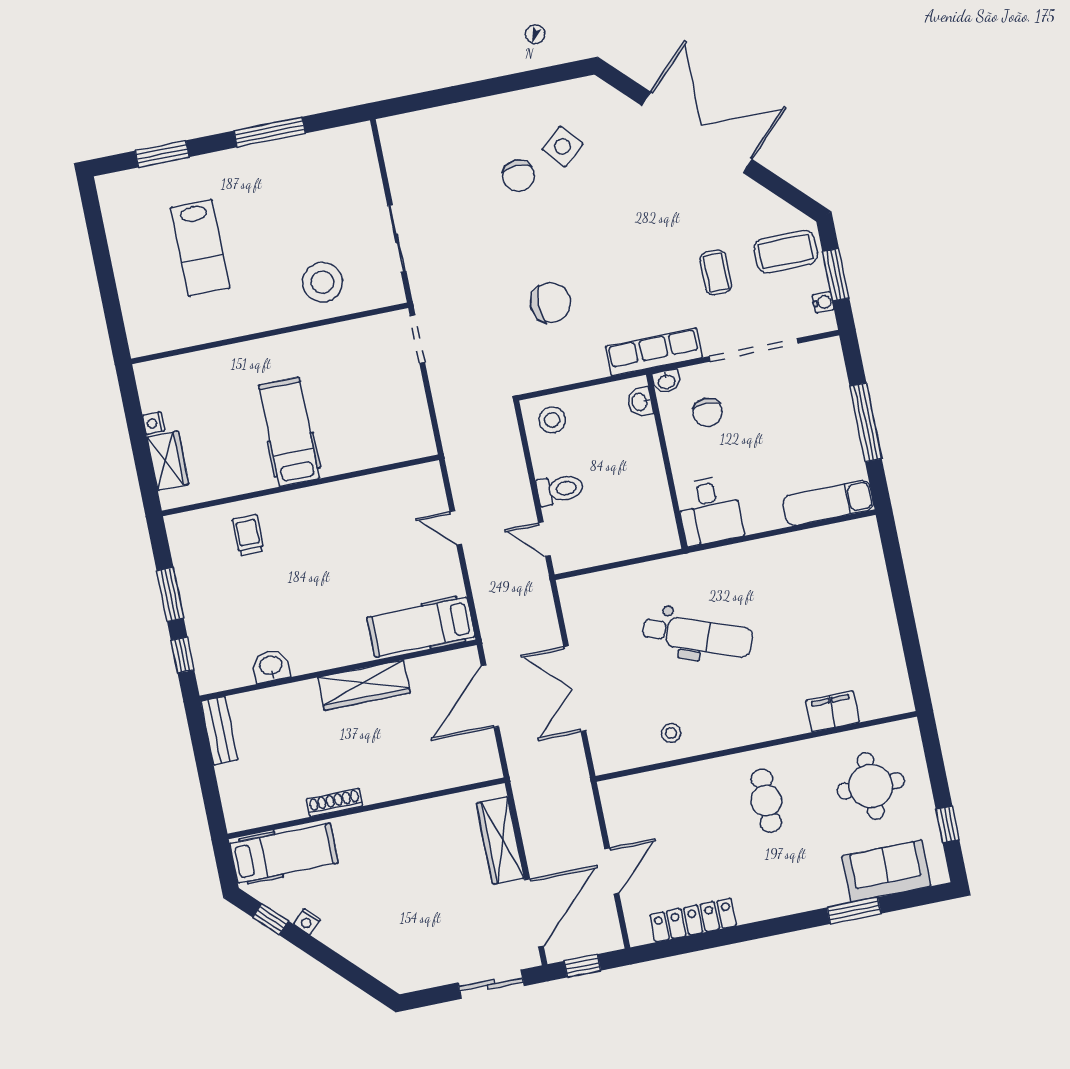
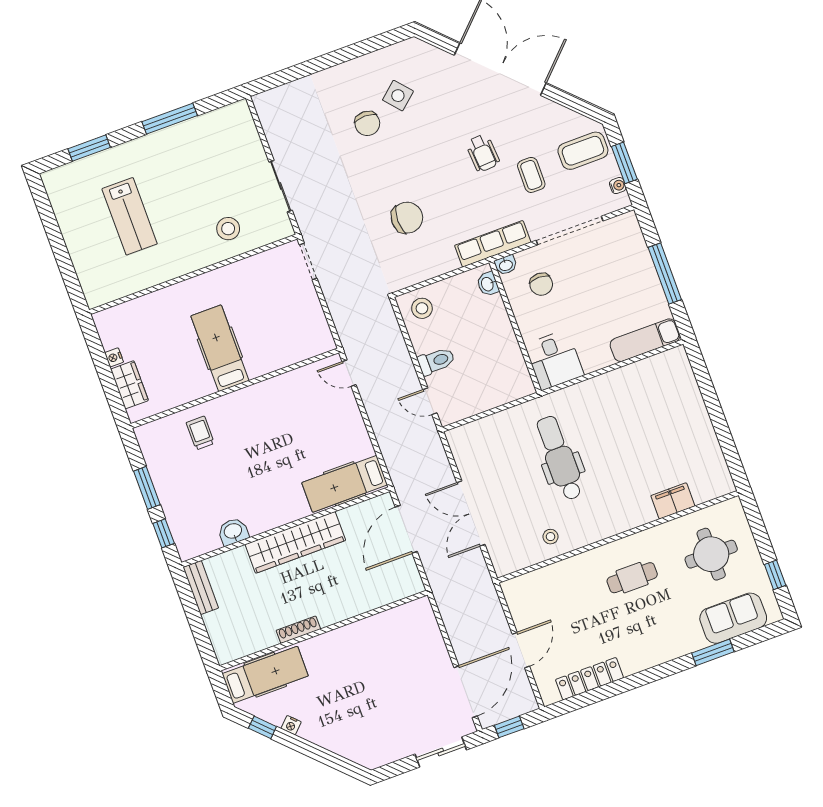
wheelchair: (659, 235) -> (483, 153), added
stool: (322, 282) -> (228, 229), width x0.73, depth x0.73
door: (456, 528) -> (349, 373), moved
dental chair: (697, 636) -> (560, 458), turned -110
wardrobe: (364, 685) -> (295, 542), width x1.40, depth x1.17
cafe table: (766, 801) -> (632, 578), turned 90
wardrobe: (500, 841) -> (431, 640), removed

